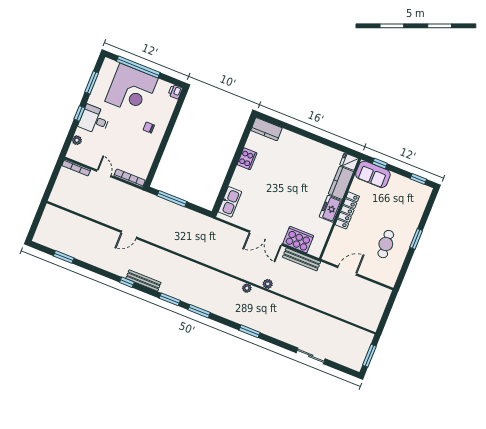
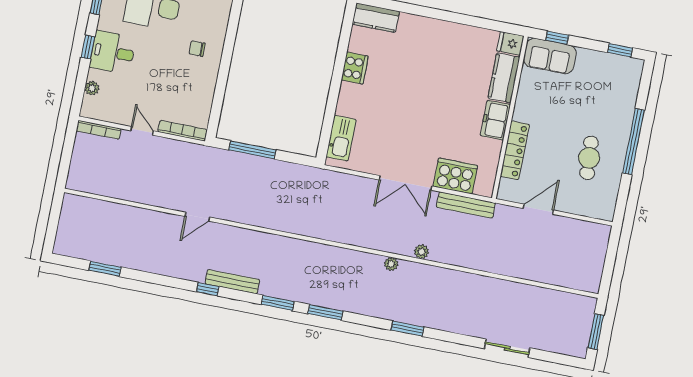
locker: (347, 210) -> (515, 150), moved
window: (416, 239) -> (633, 142), width x2.11

